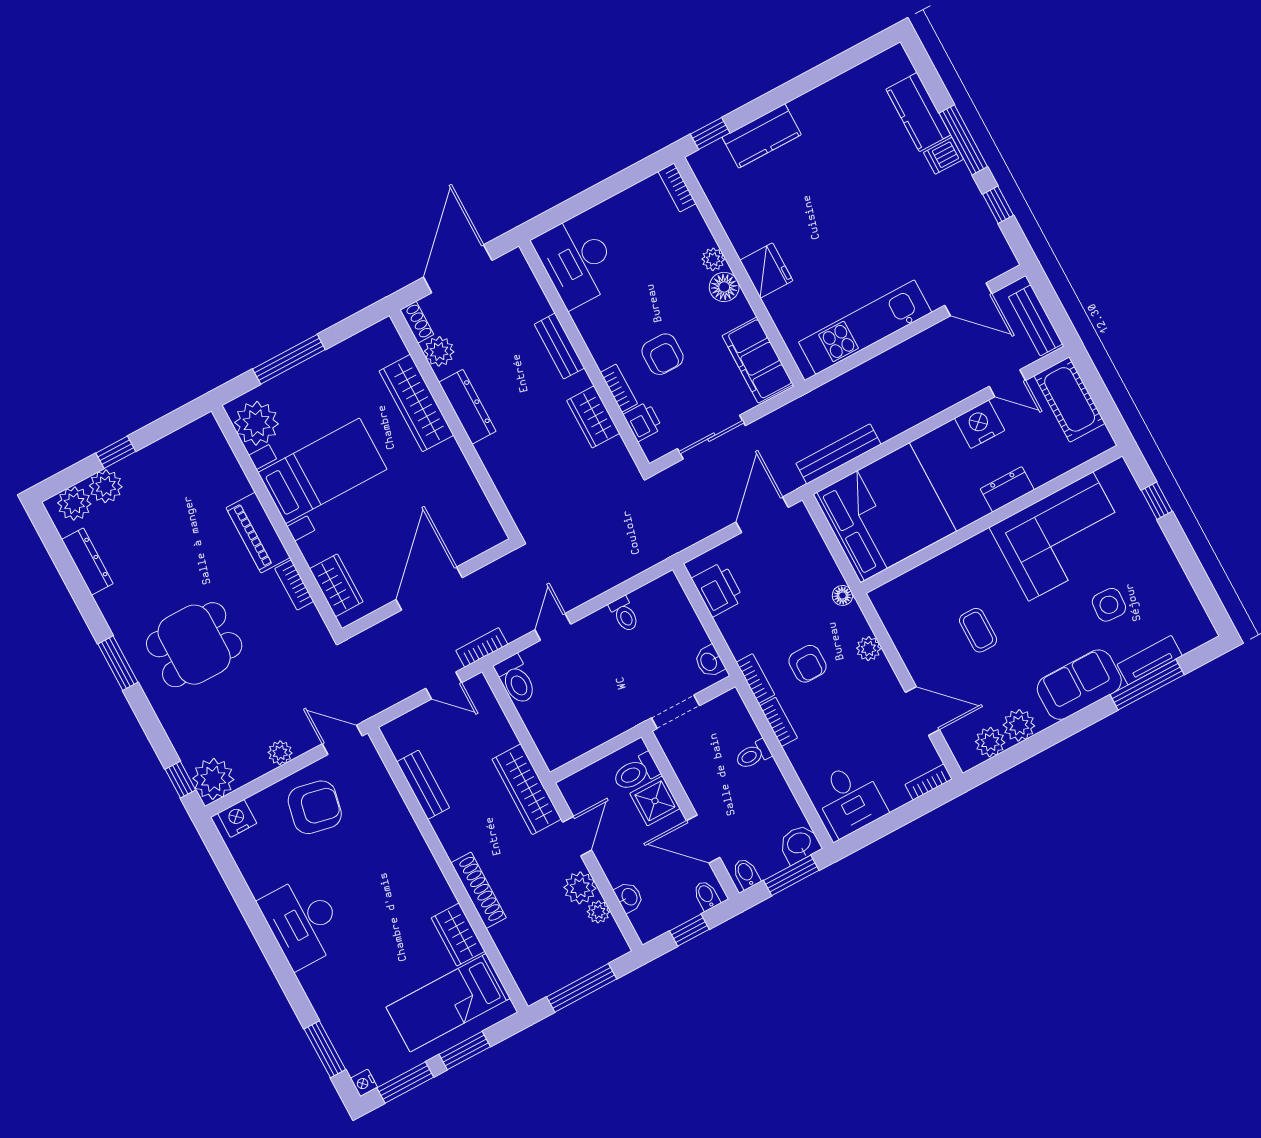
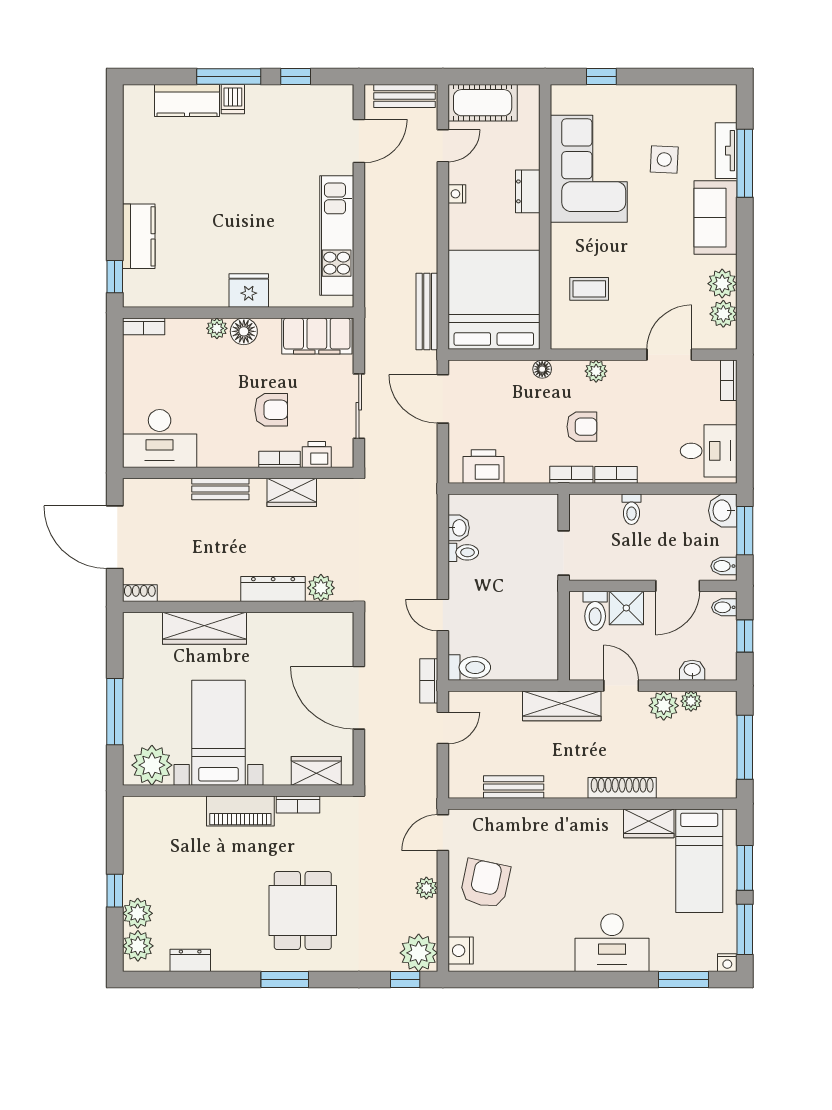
plant: (439, 351) -> (321, 588), moved
dresser: (467, 407) -> (273, 589), moved
nightstand: (980, 424) -> (457, 194), width x0.53, depth x0.56
dresser: (87, 562) -> (190, 960), width x0.70
coffee table: (978, 630) -> (589, 289), moved
washbasin: (709, 661) -> (459, 528), moved, turned -90
desk: (303, 922) -> (612, 943), moved

